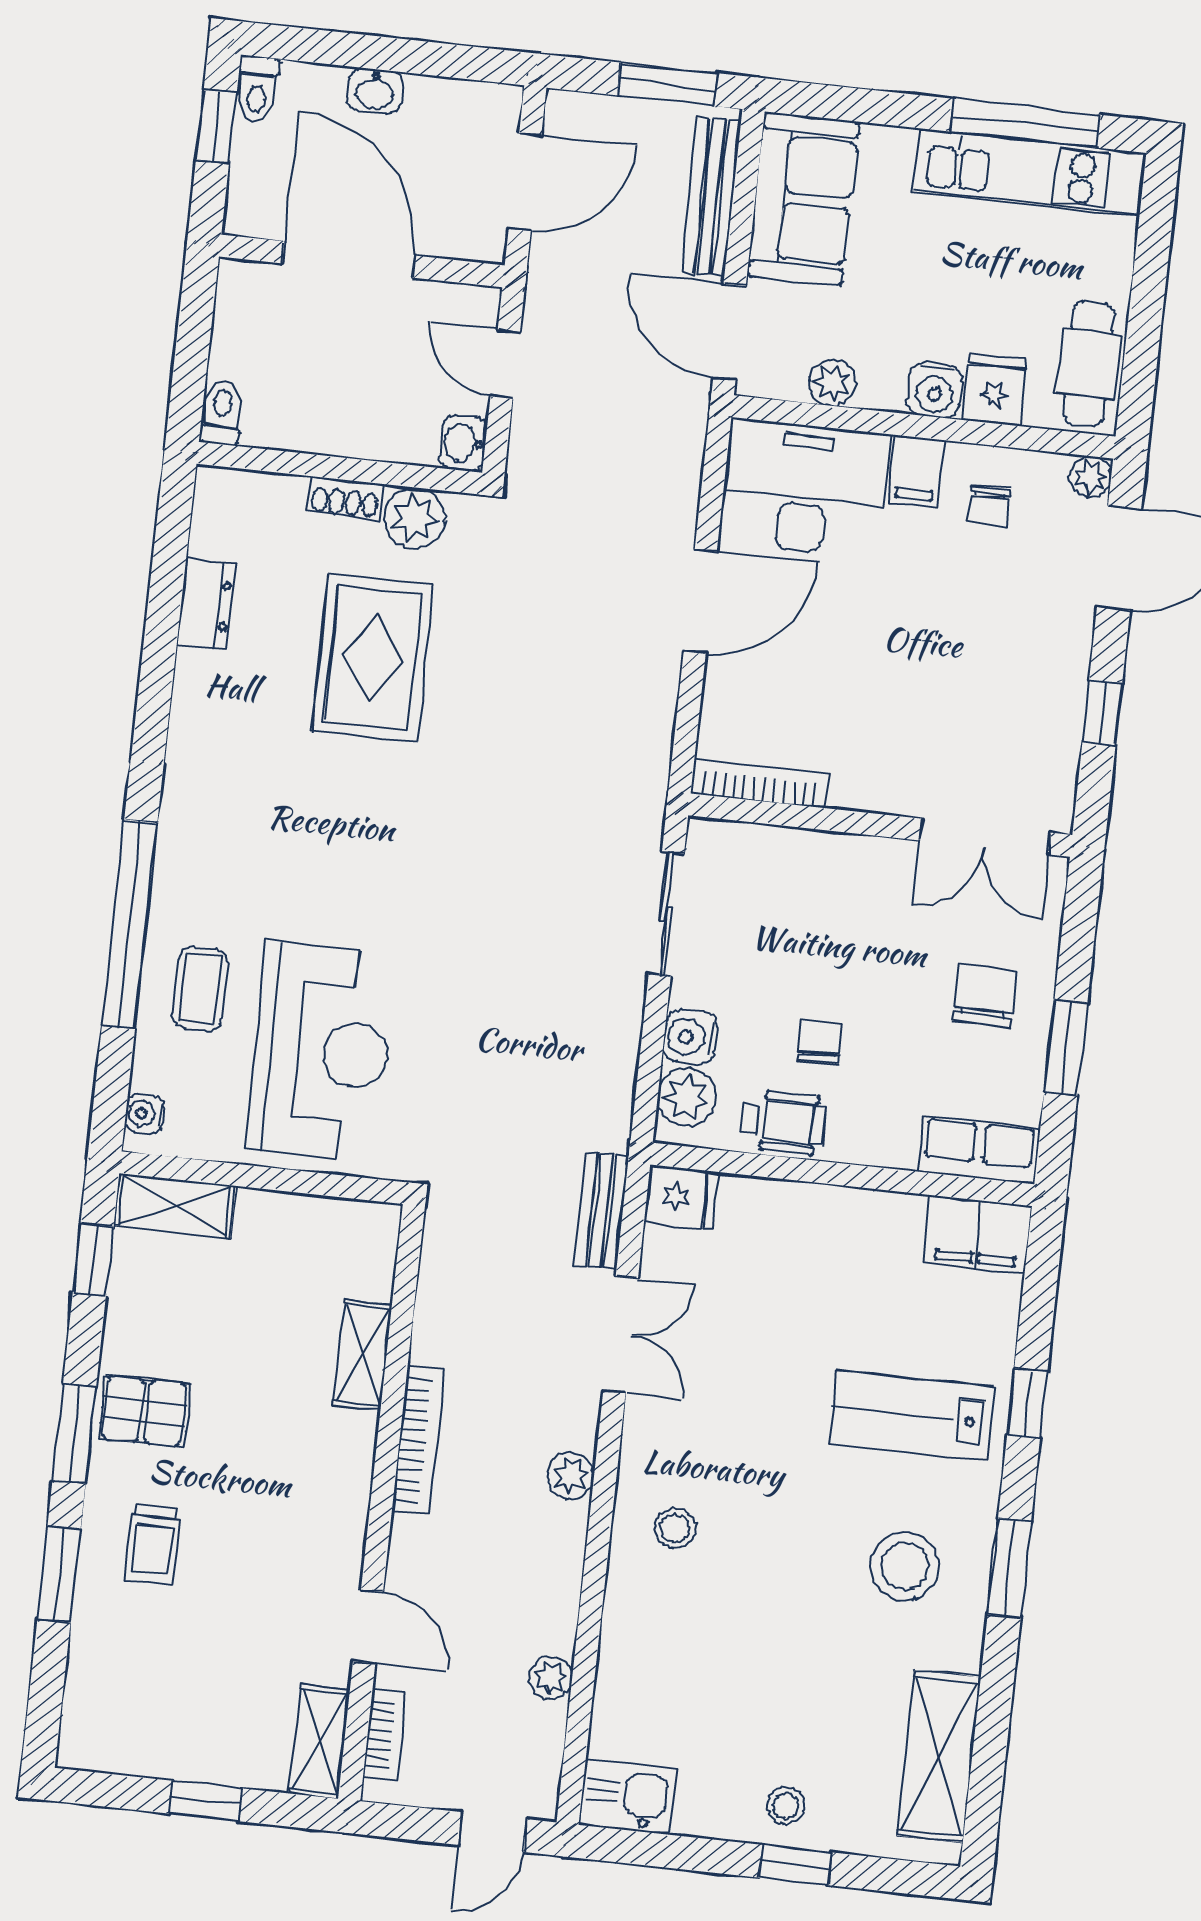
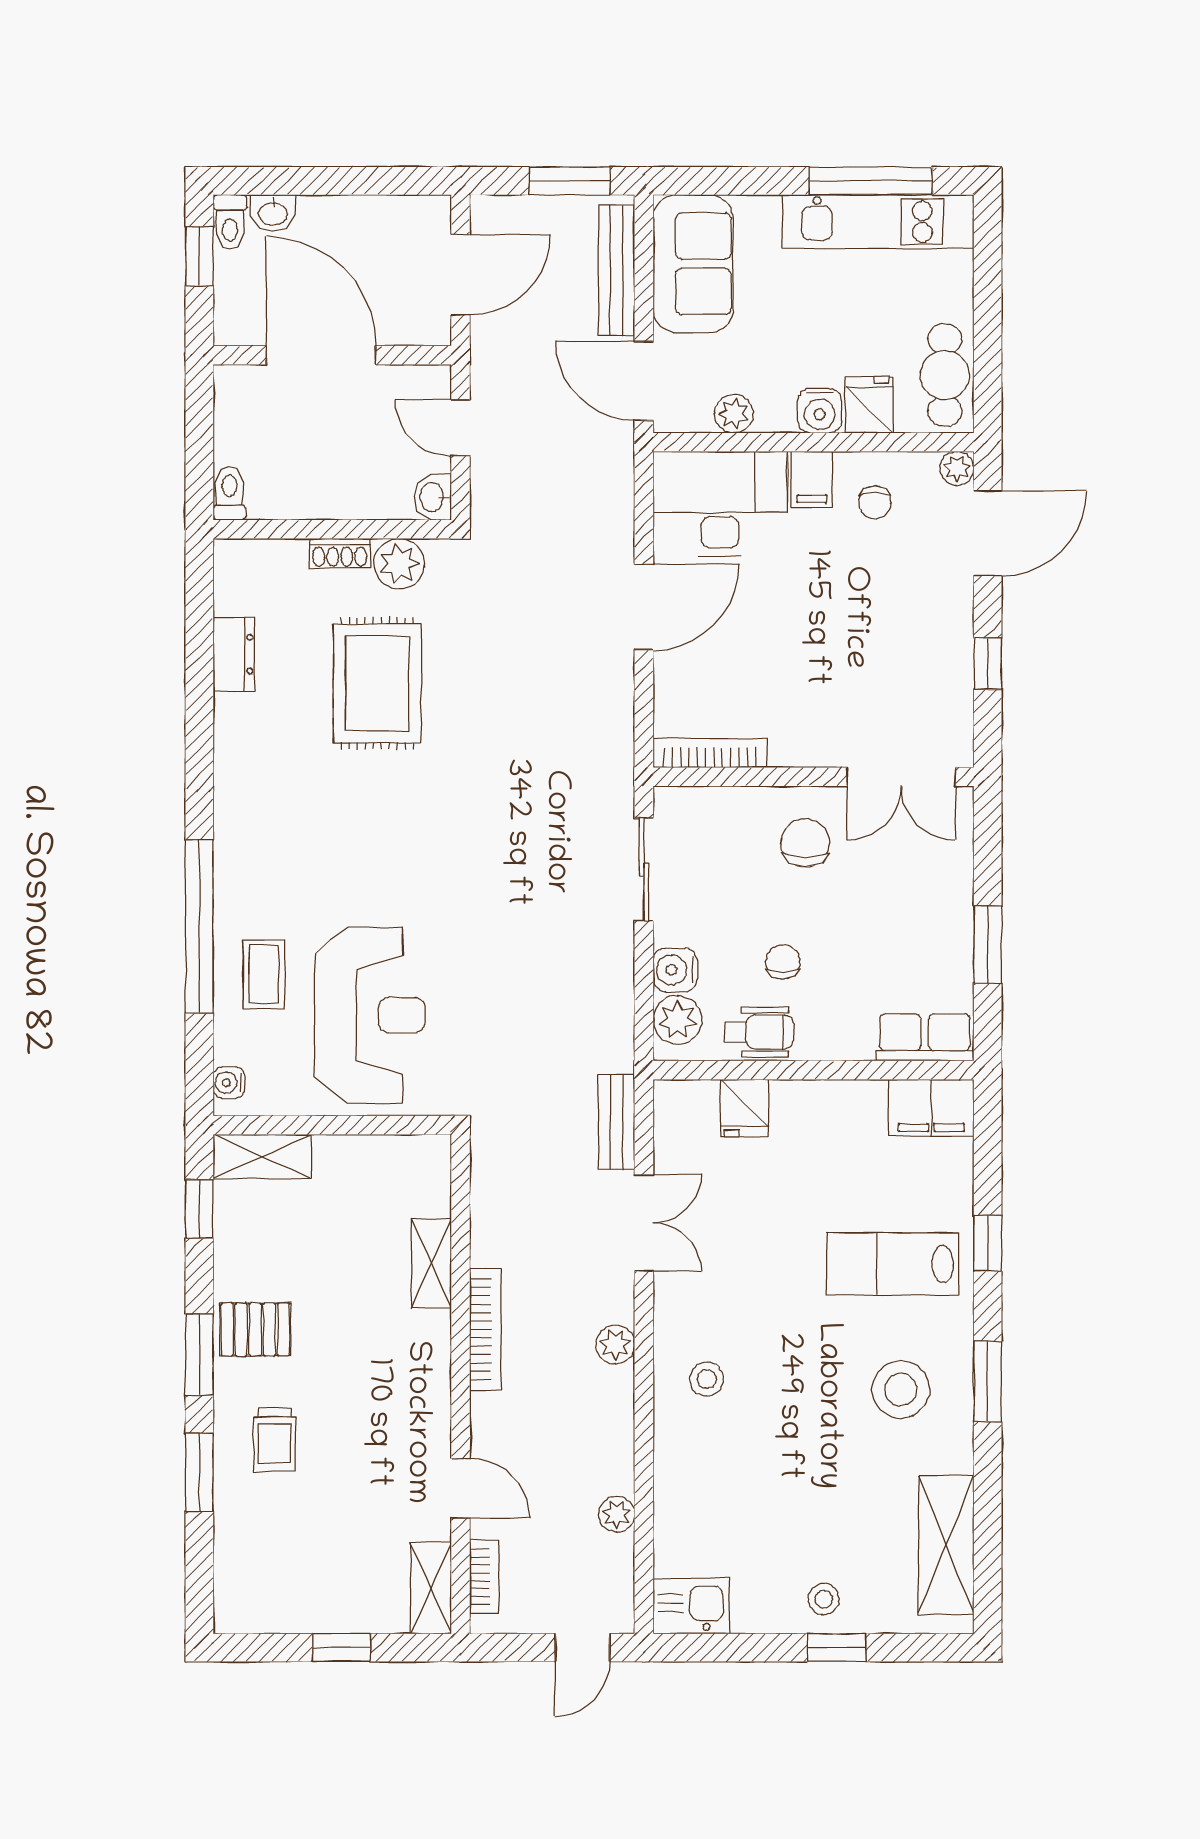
washbasin: (375, 91) -> (273, 213), moved
chair: (985, 995) -> (805, 843), moved
fridge: (681, 1197) -> (744, 1108), moved, turned 90

